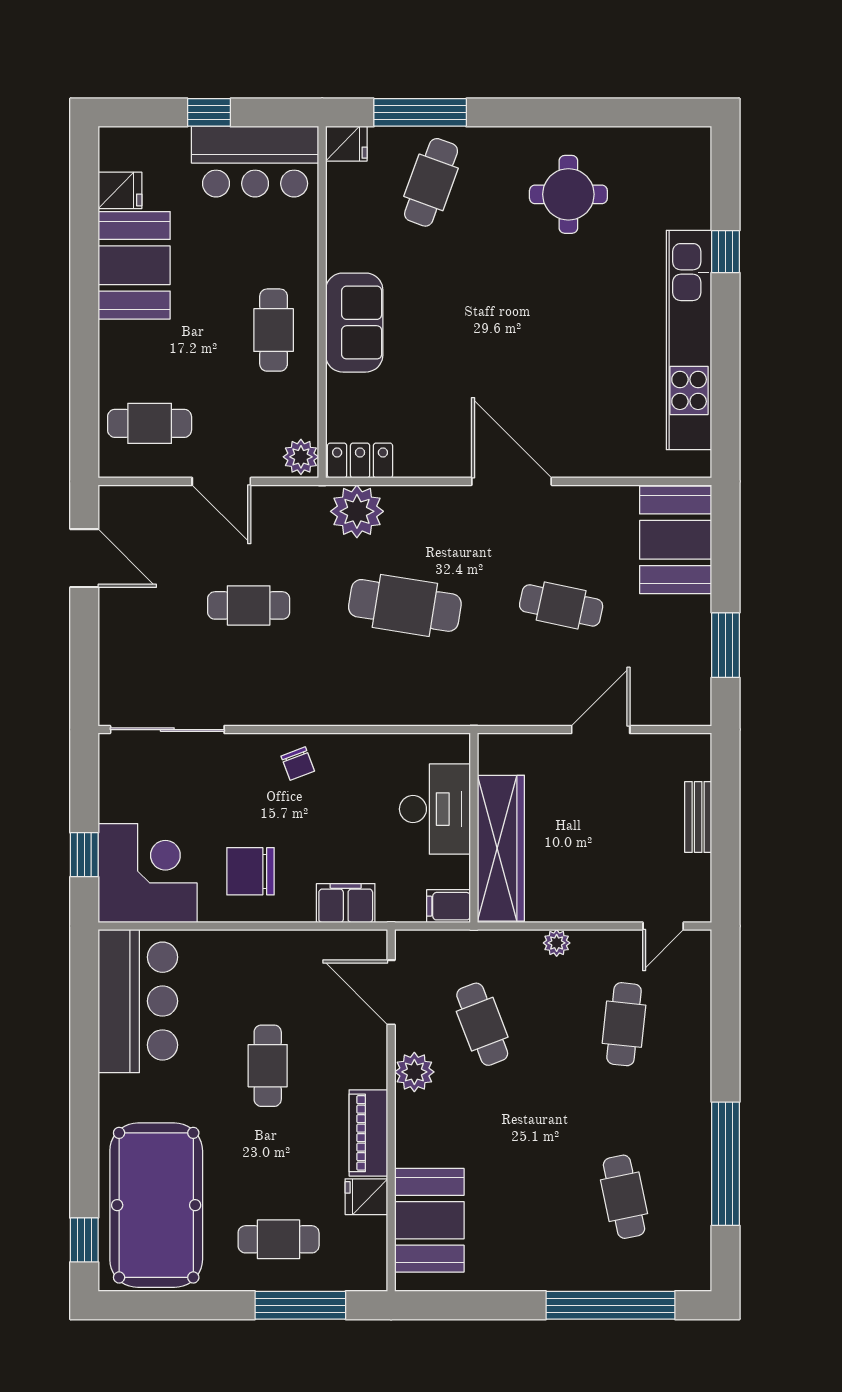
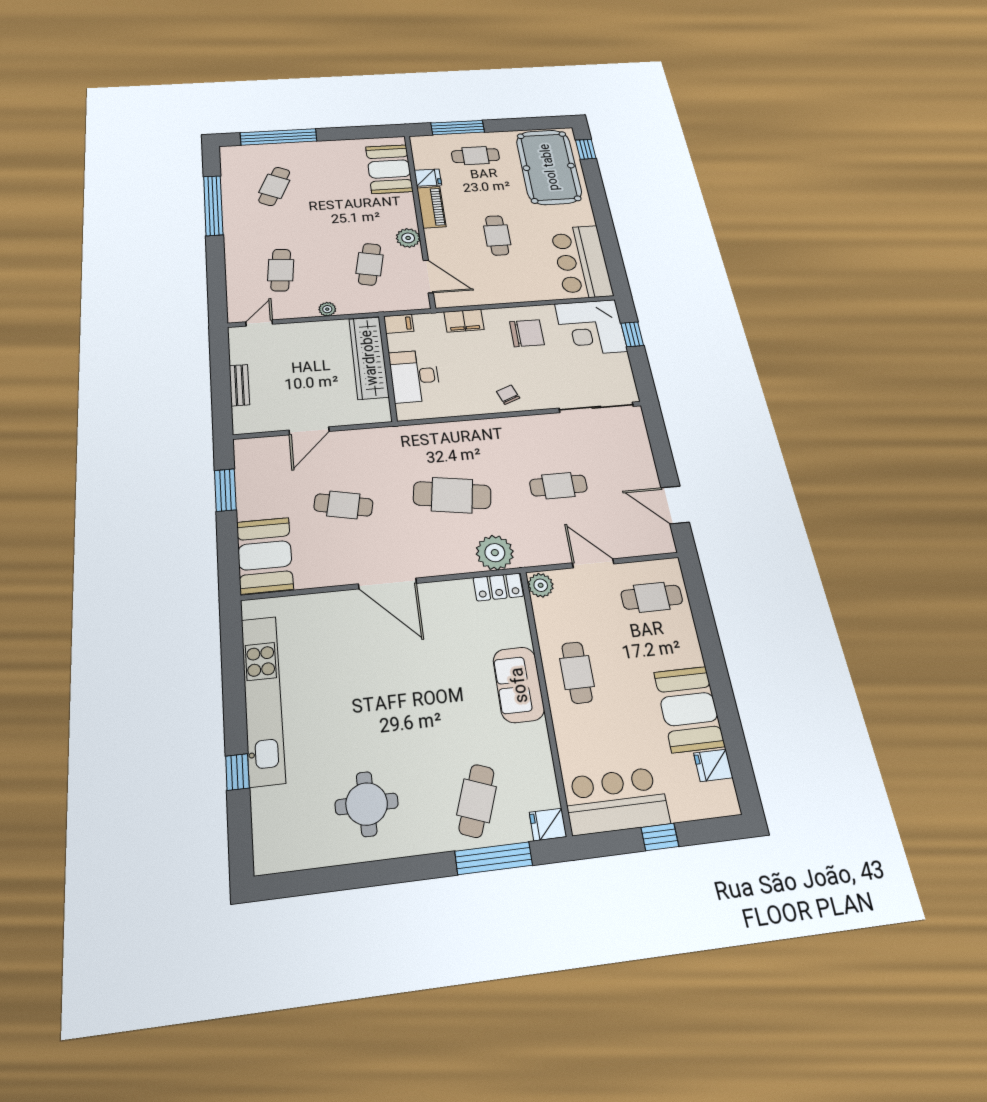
cafe table: (482, 1024) -> (370, 264), turned 33
cafe table: (624, 1197) -> (274, 186), turned 36

